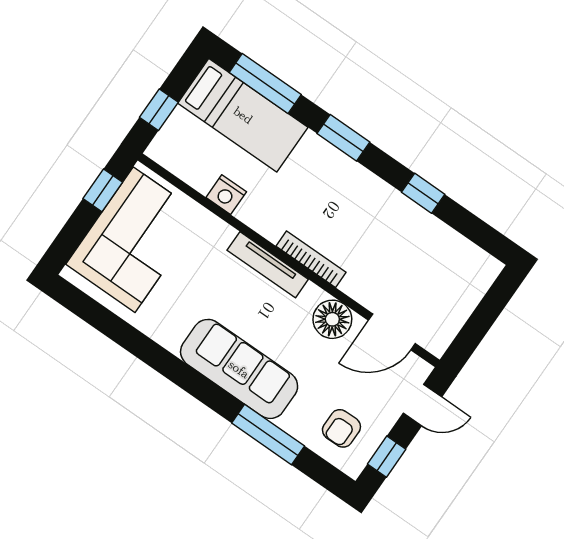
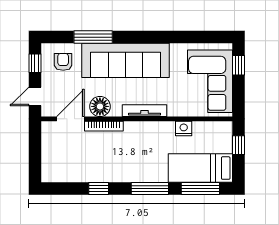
window: (343, 138) -> (150, 189), width x1.44
window: (103, 190) -> (239, 65), moved
bookcase: (311, 259) -> (104, 126), moved
sofa: (239, 369) -> (125, 60), width x1.36, depth x1.27

